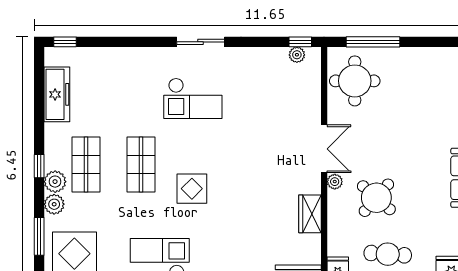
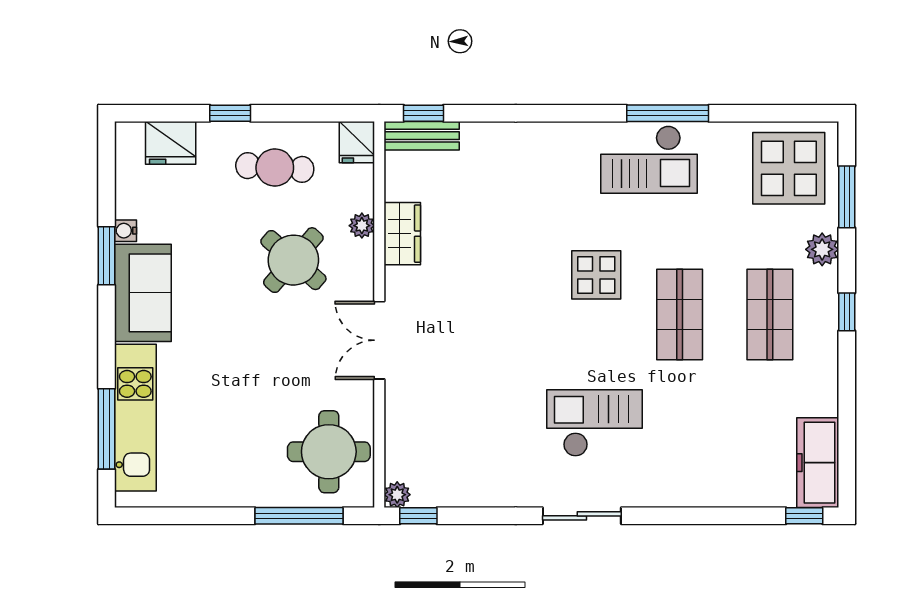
plant: (297, 55) -> (397, 495), moved
freezer: (57, 94) -> (818, 463), moved
plant: (55, 182) -> (821, 287), removed
plant: (335, 182) -> (362, 226), moved

